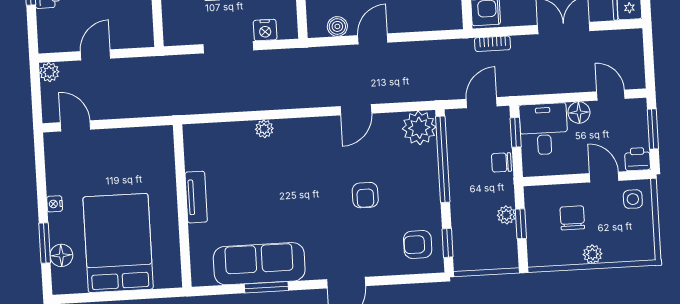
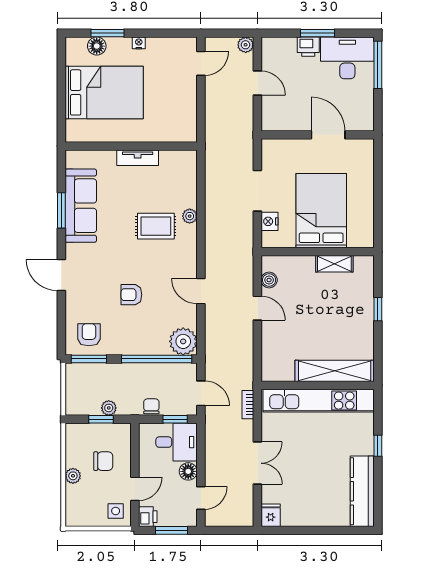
rug: (279, 170) -> (156, 226), added
window: (447, 243) -> (89, 359), width x1.50

